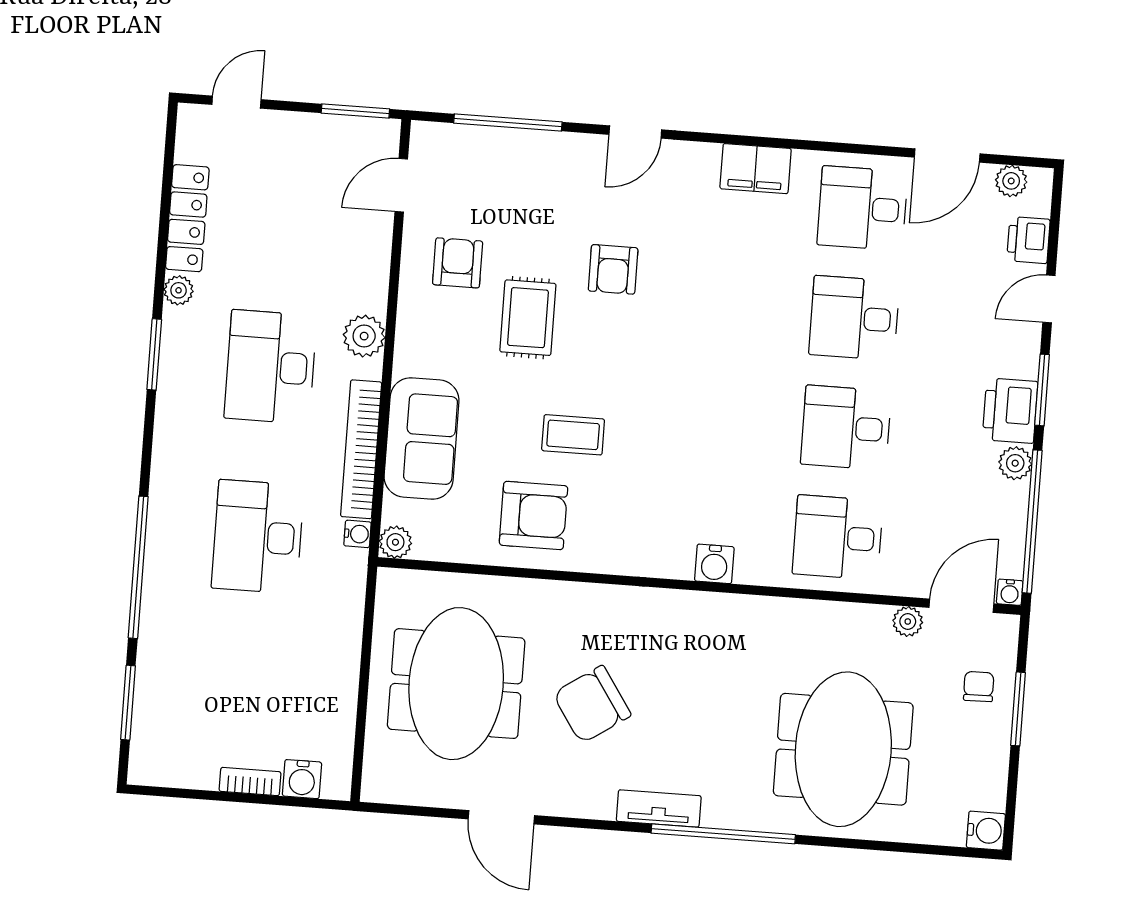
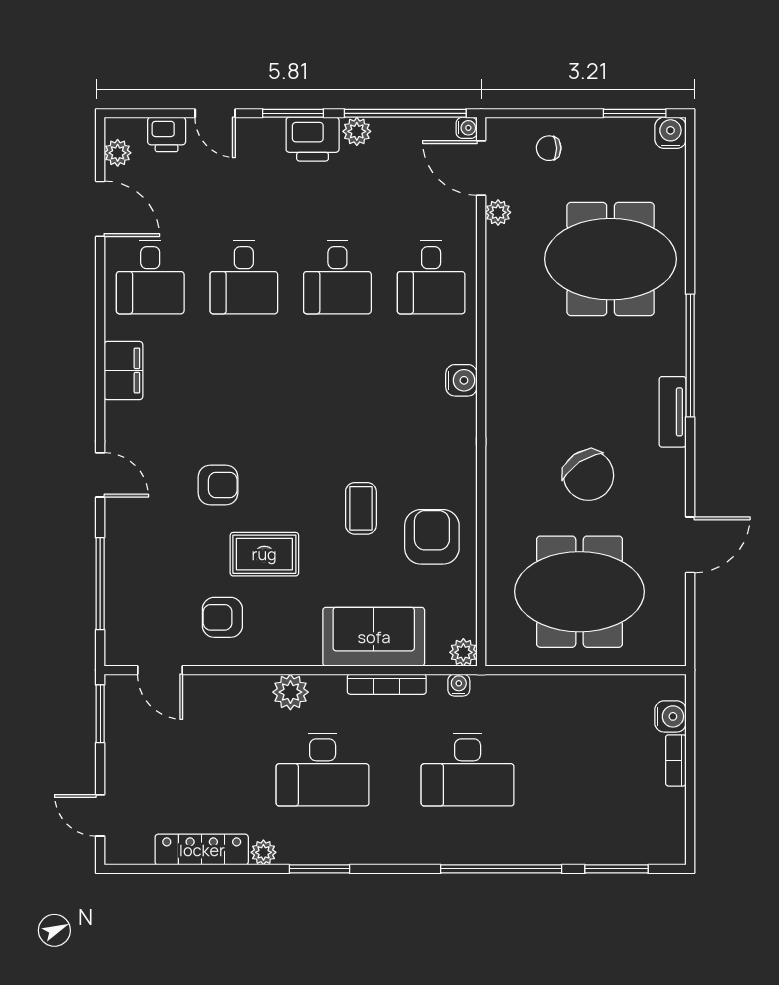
bookcase: (361, 449) -> (387, 684), width x0.68, depth x0.76
window: (1018, 709) -> (635, 113), moved

